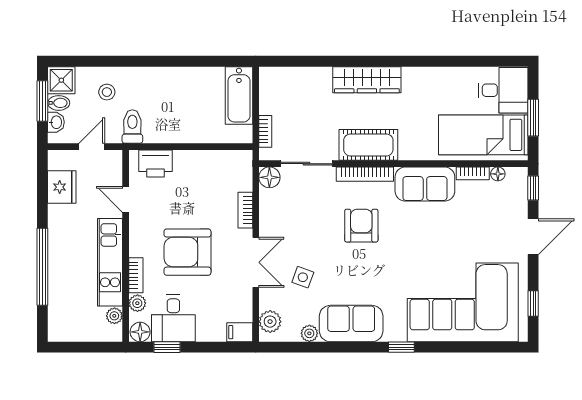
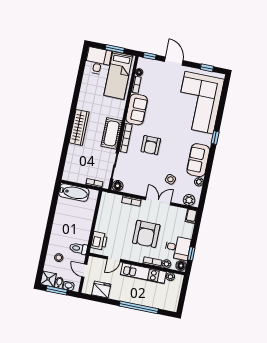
armchair: (361, 226) -> (151, 145), turned -90

